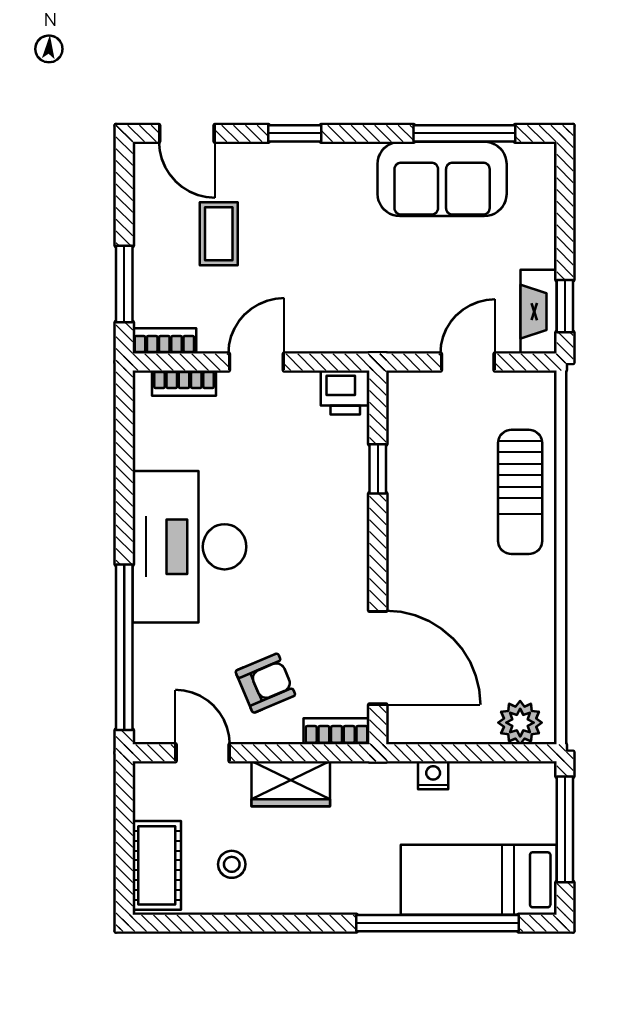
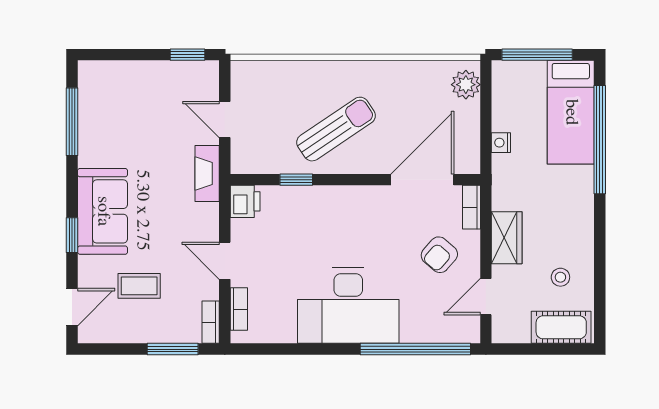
sofa: (442, 179) -> (103, 211), moved
fireplace: (539, 312) -> (207, 174), moved, turned 90
sun lounger: (520, 492) -> (336, 129), moved, turned -34
armchair: (265, 683) -> (439, 255), turned -116

